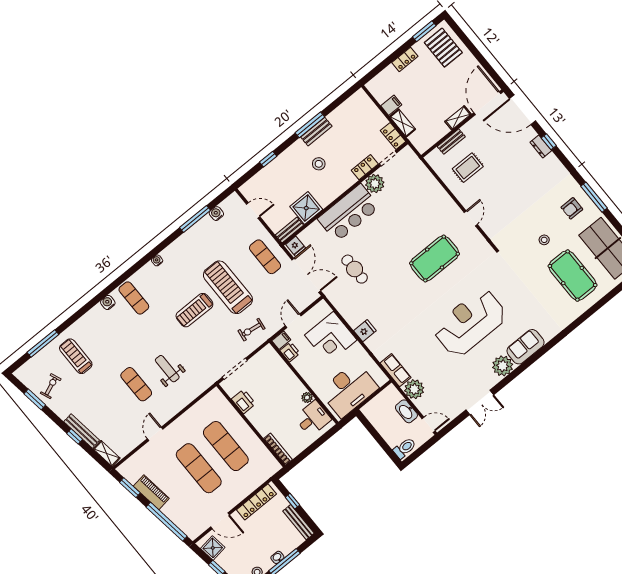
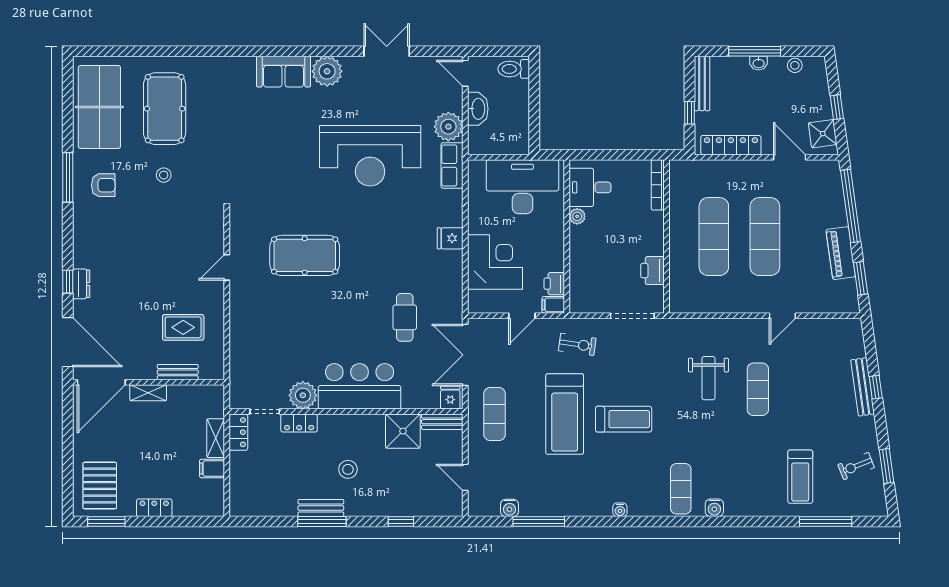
reception desk: (470, 323) -> (370, 156), moved
shelving: (107, 454) -> (855, 338), removed

